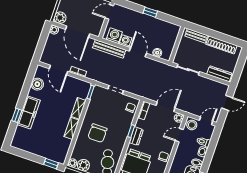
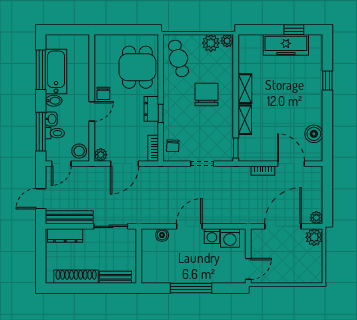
window: (150, 12) -> (191, 288), width x2.17
door: (78, 32) -> (283, 226), hinge flipped
bench: (109, 49) -> (69, 217), moved
door: (138, 52) -> (189, 226), swing flipped
freezer: (29, 112) -> (286, 45), moved, turned -90
door: (179, 135) -> (92, 111), moved
window: (212, 146) -> (41, 132), added
window: (51, 164) -> (294, 30), moved

